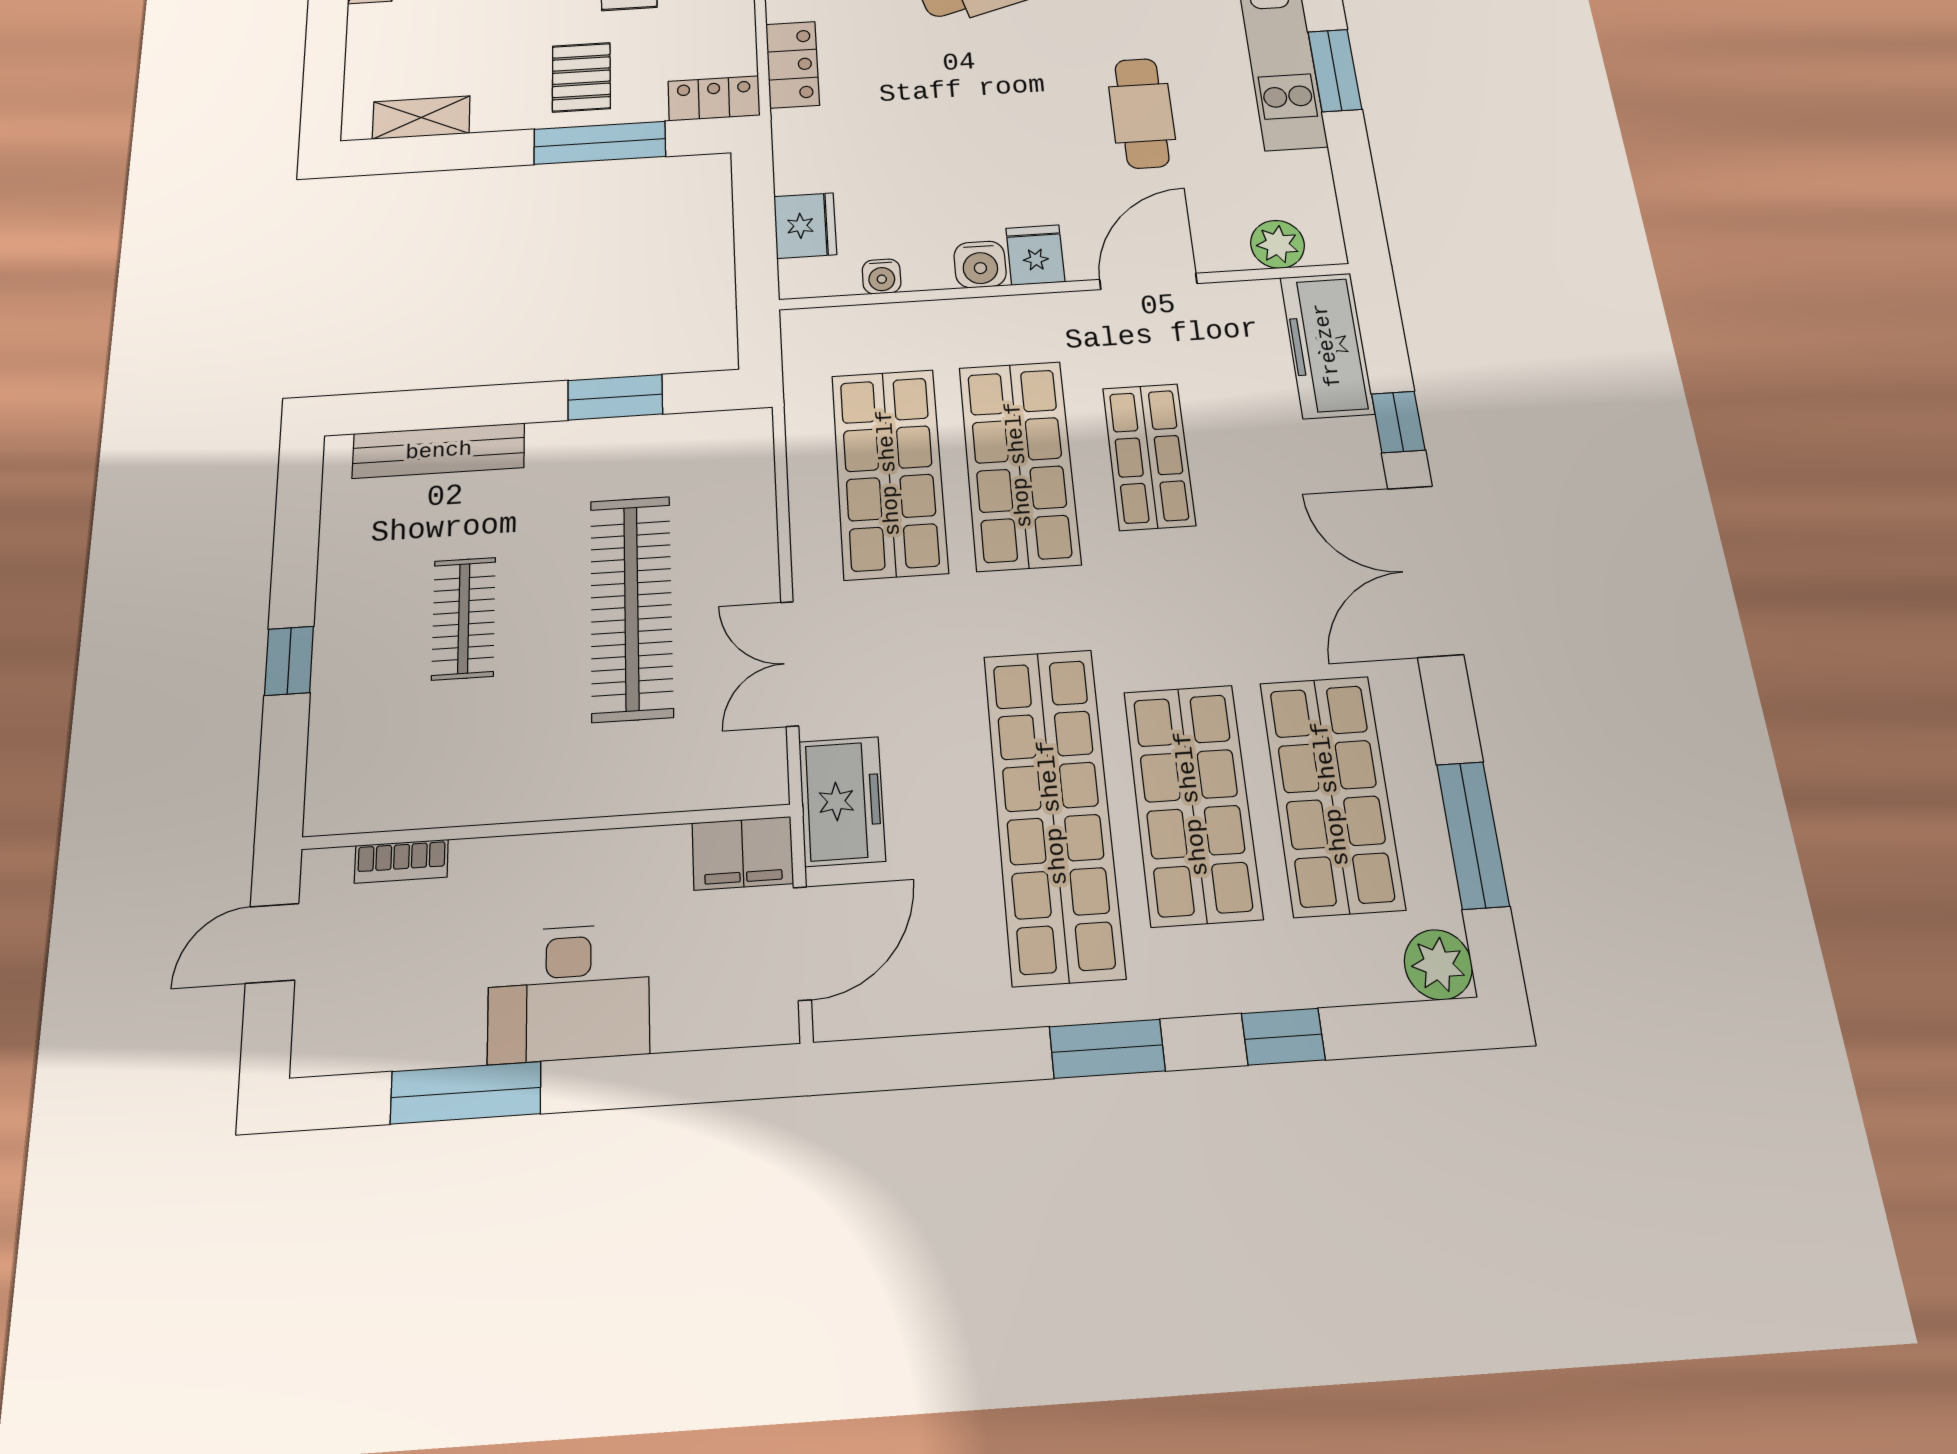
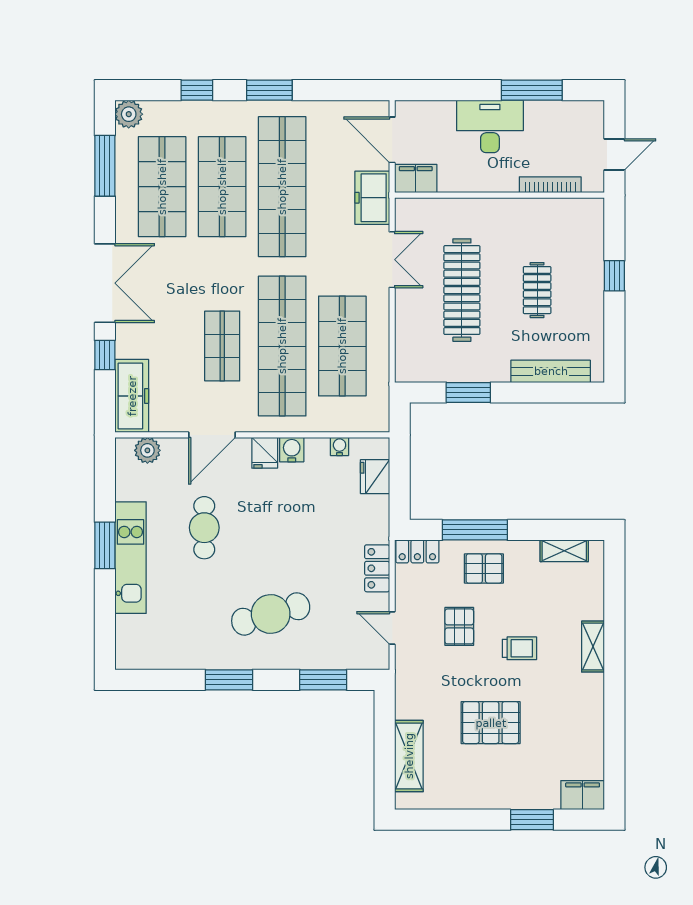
pallet: (581, 77) -> (484, 569), turned 90
shop shelf: (1019, 465) -> (282, 346), width x1.40
bookcase: (401, 861) -> (550, 185), width x1.56
door: (802, 943) -> (392, 140), hinge flipped

